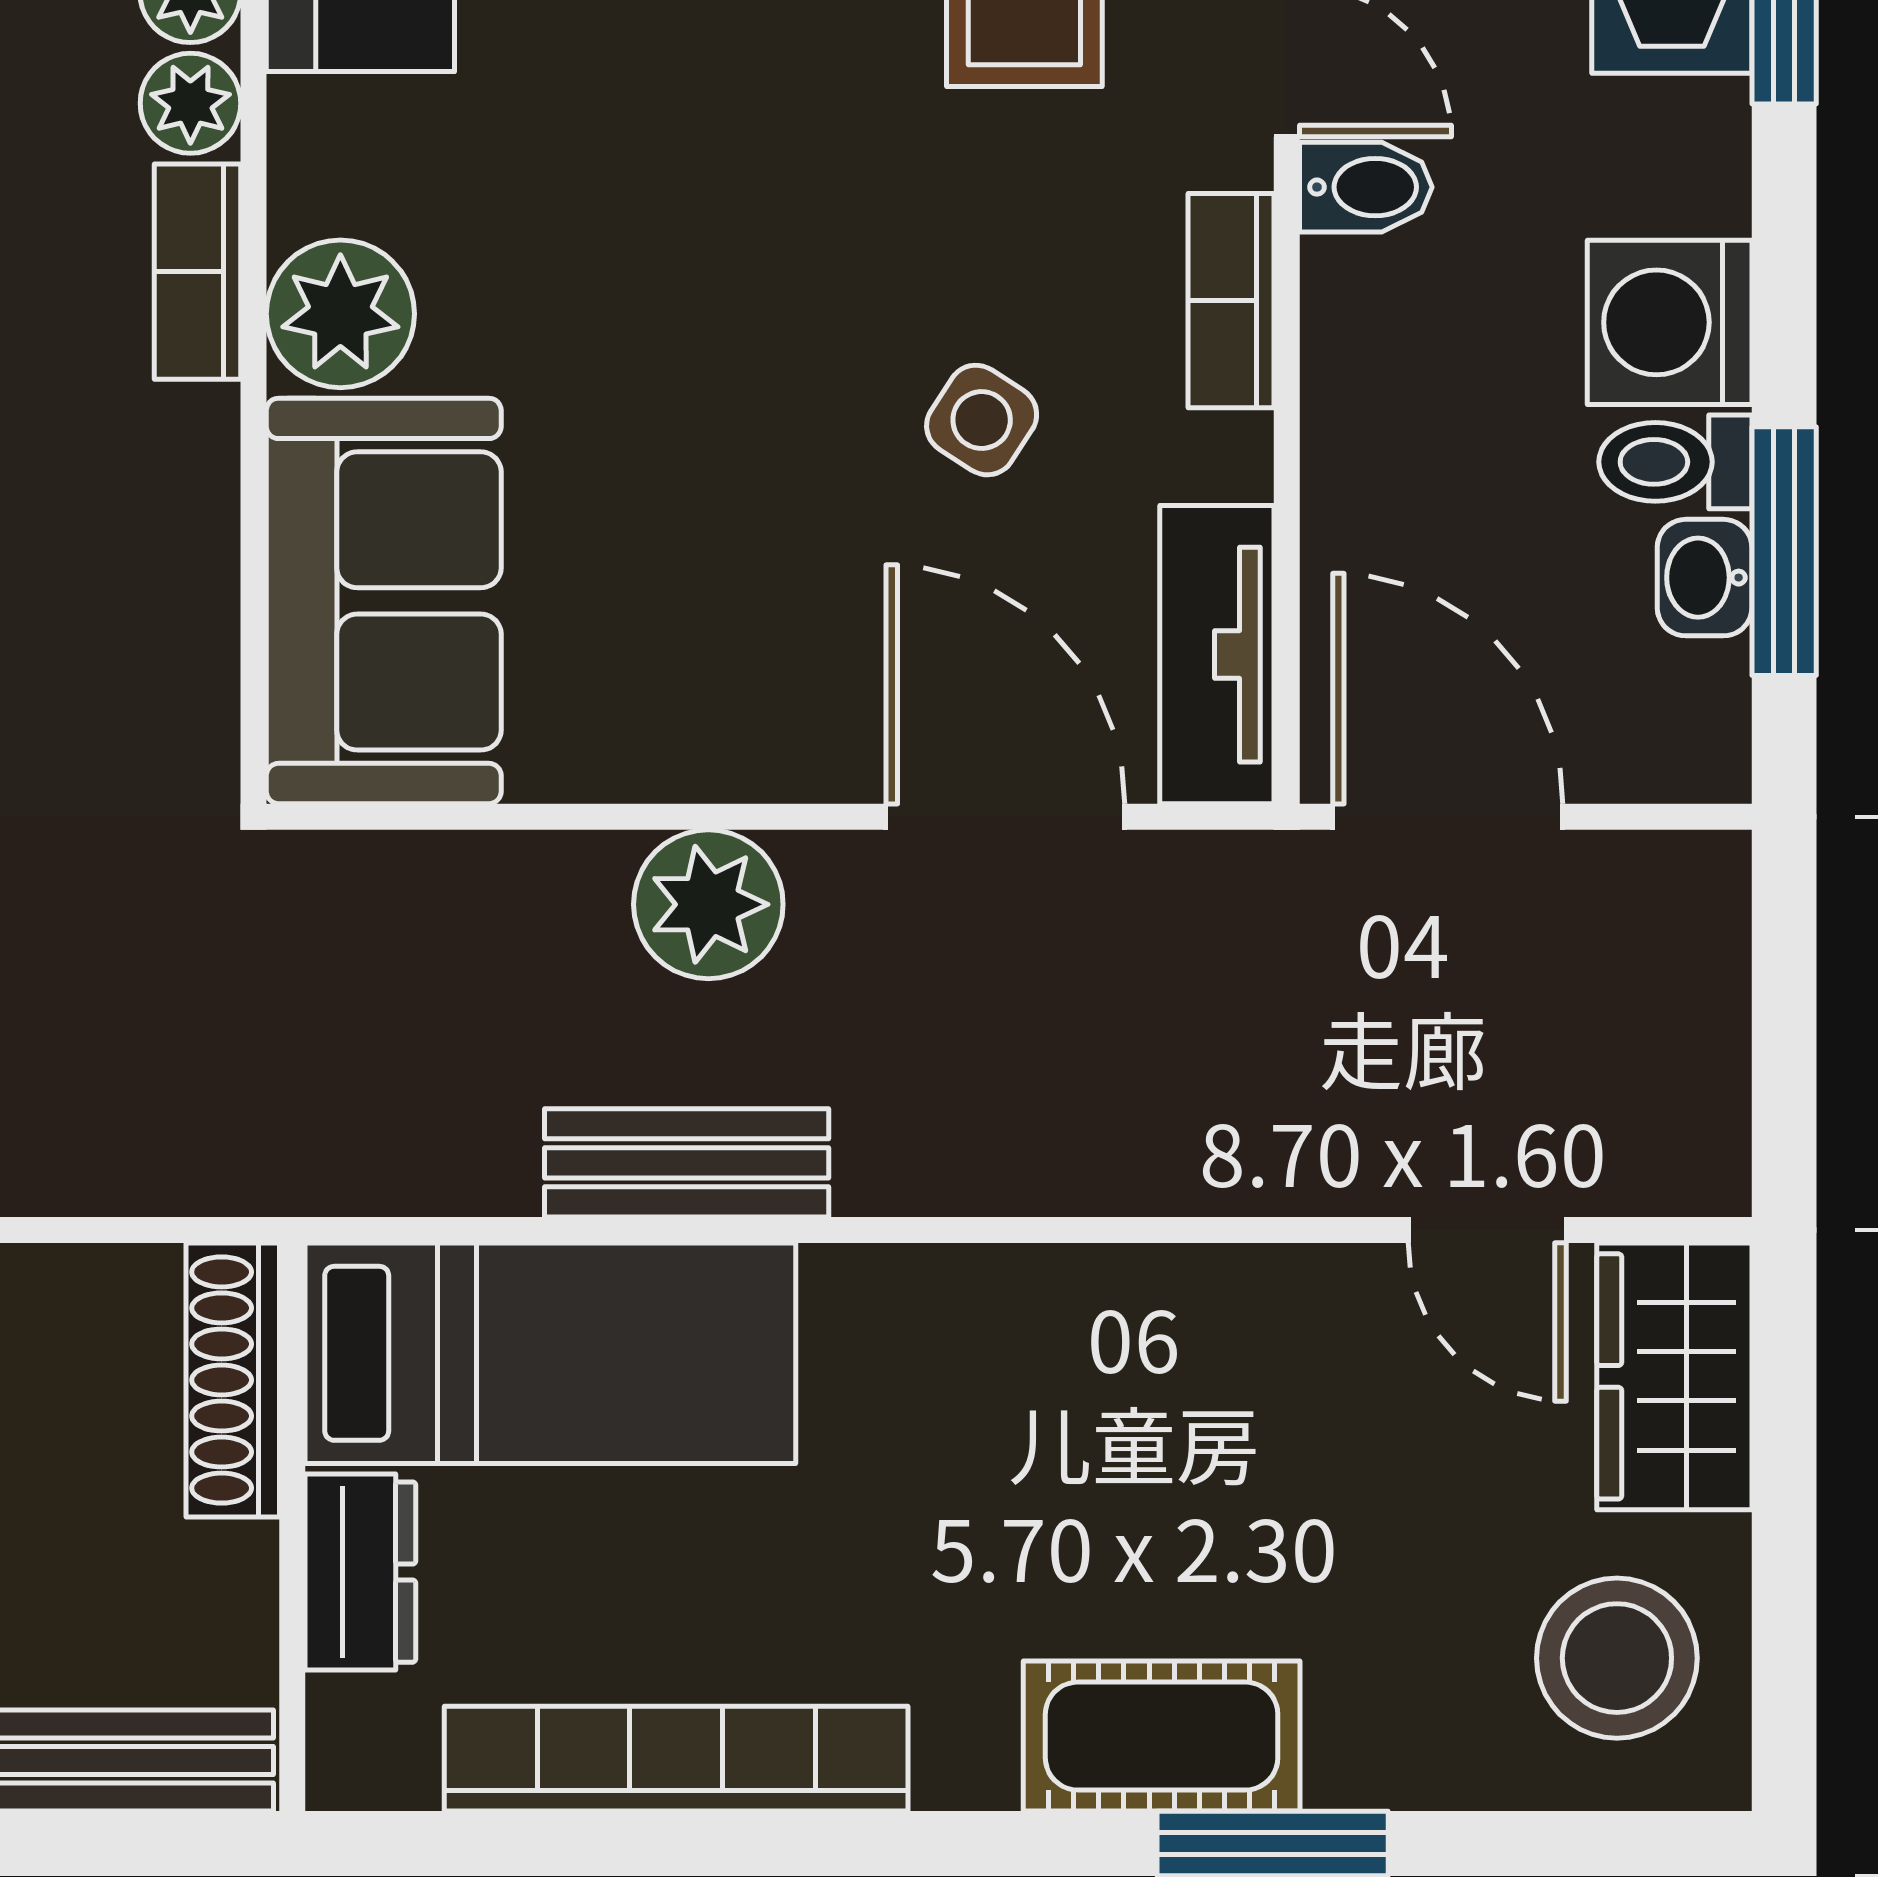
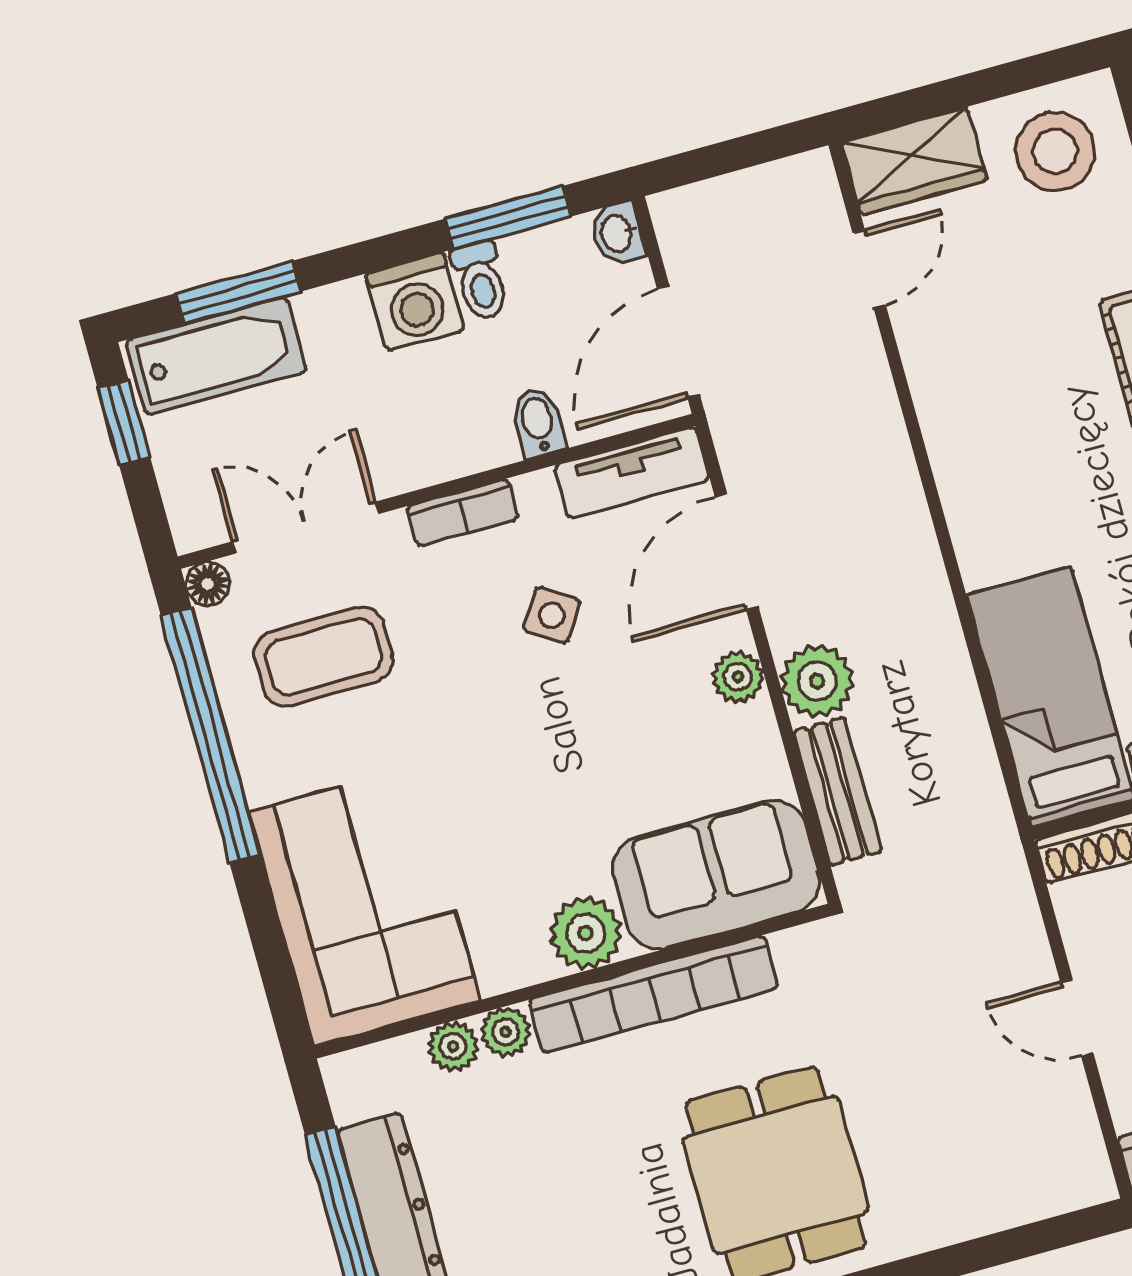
bidet: (1366, 187) -> (538, 423), moved
bookcase: (198, 272) -> (653, 994), width x2.31, depth x1.31
washbasin: (1705, 578) -> (618, 233), moved, turned 90
plant: (759, 751) -> (738, 677), added
bench: (687, 1163) -> (837, 791), moved

